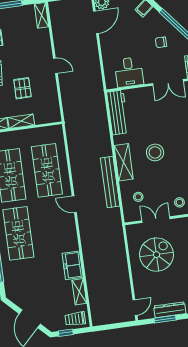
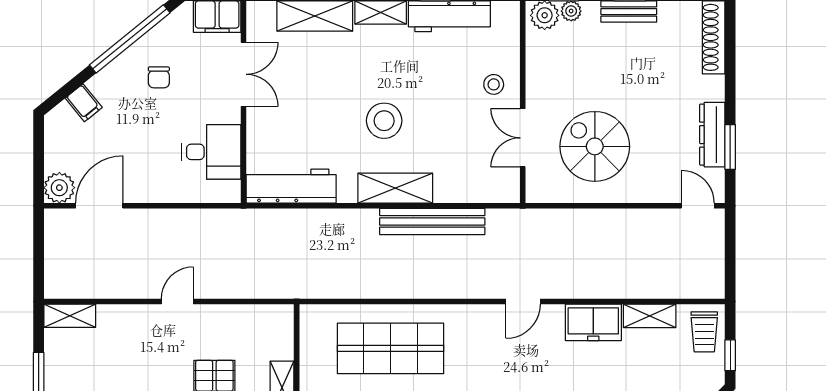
door: (96, 22) -> (99, 206), hinge flipped
stool: (138, 197) -> (471, 168), removed
door: (74, 204) -> (523, 302), moved

